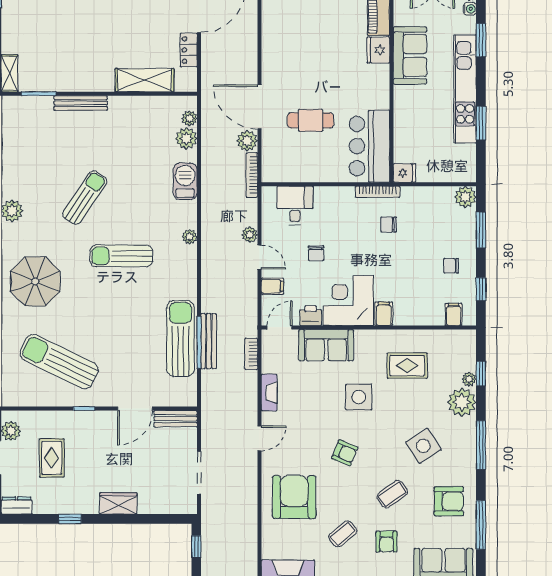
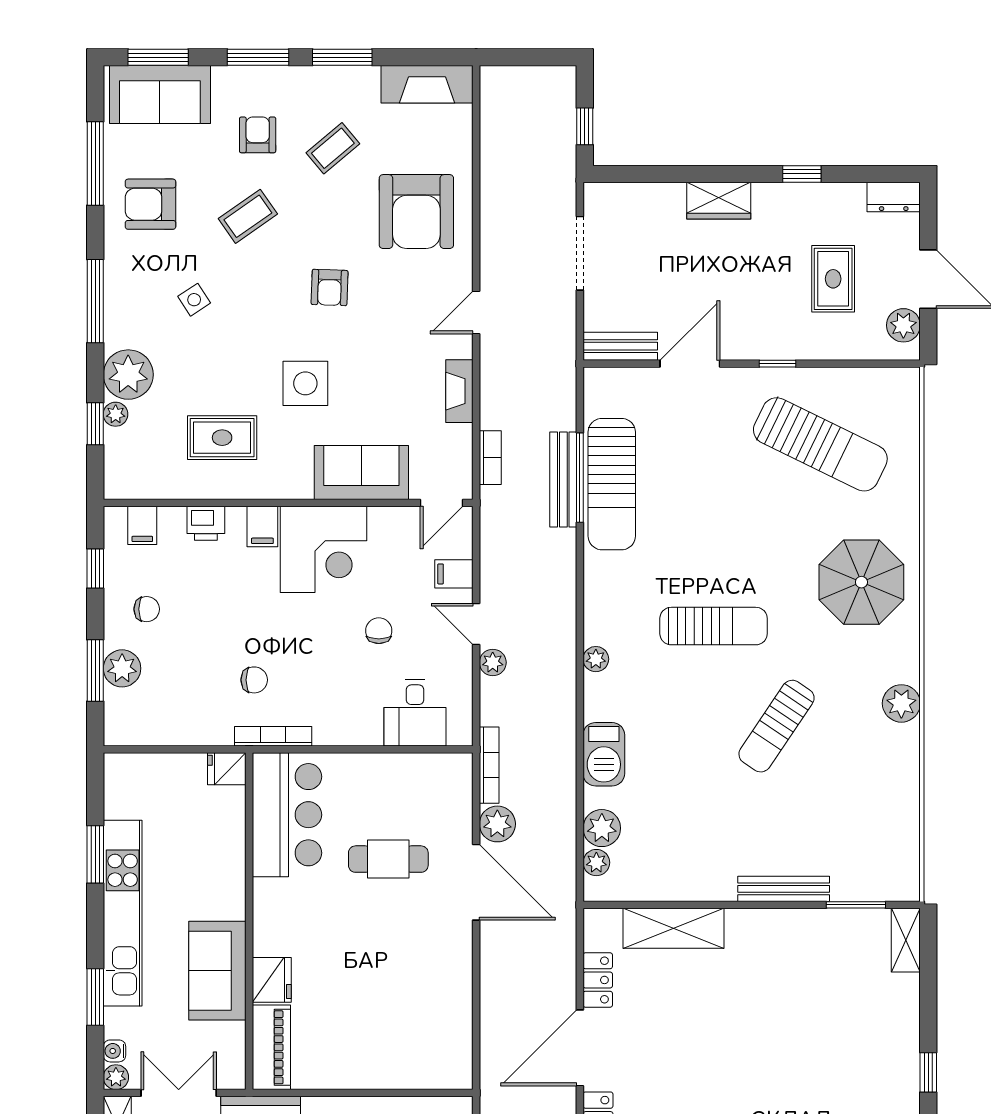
plant: (465, 197) -> (122, 668), moved
printer: (311, 316) -> (206, 523), moved
side table: (423, 446) -> (194, 300), width x0.54, depth x0.54
armchair: (345, 453) -> (330, 287), turned -111

